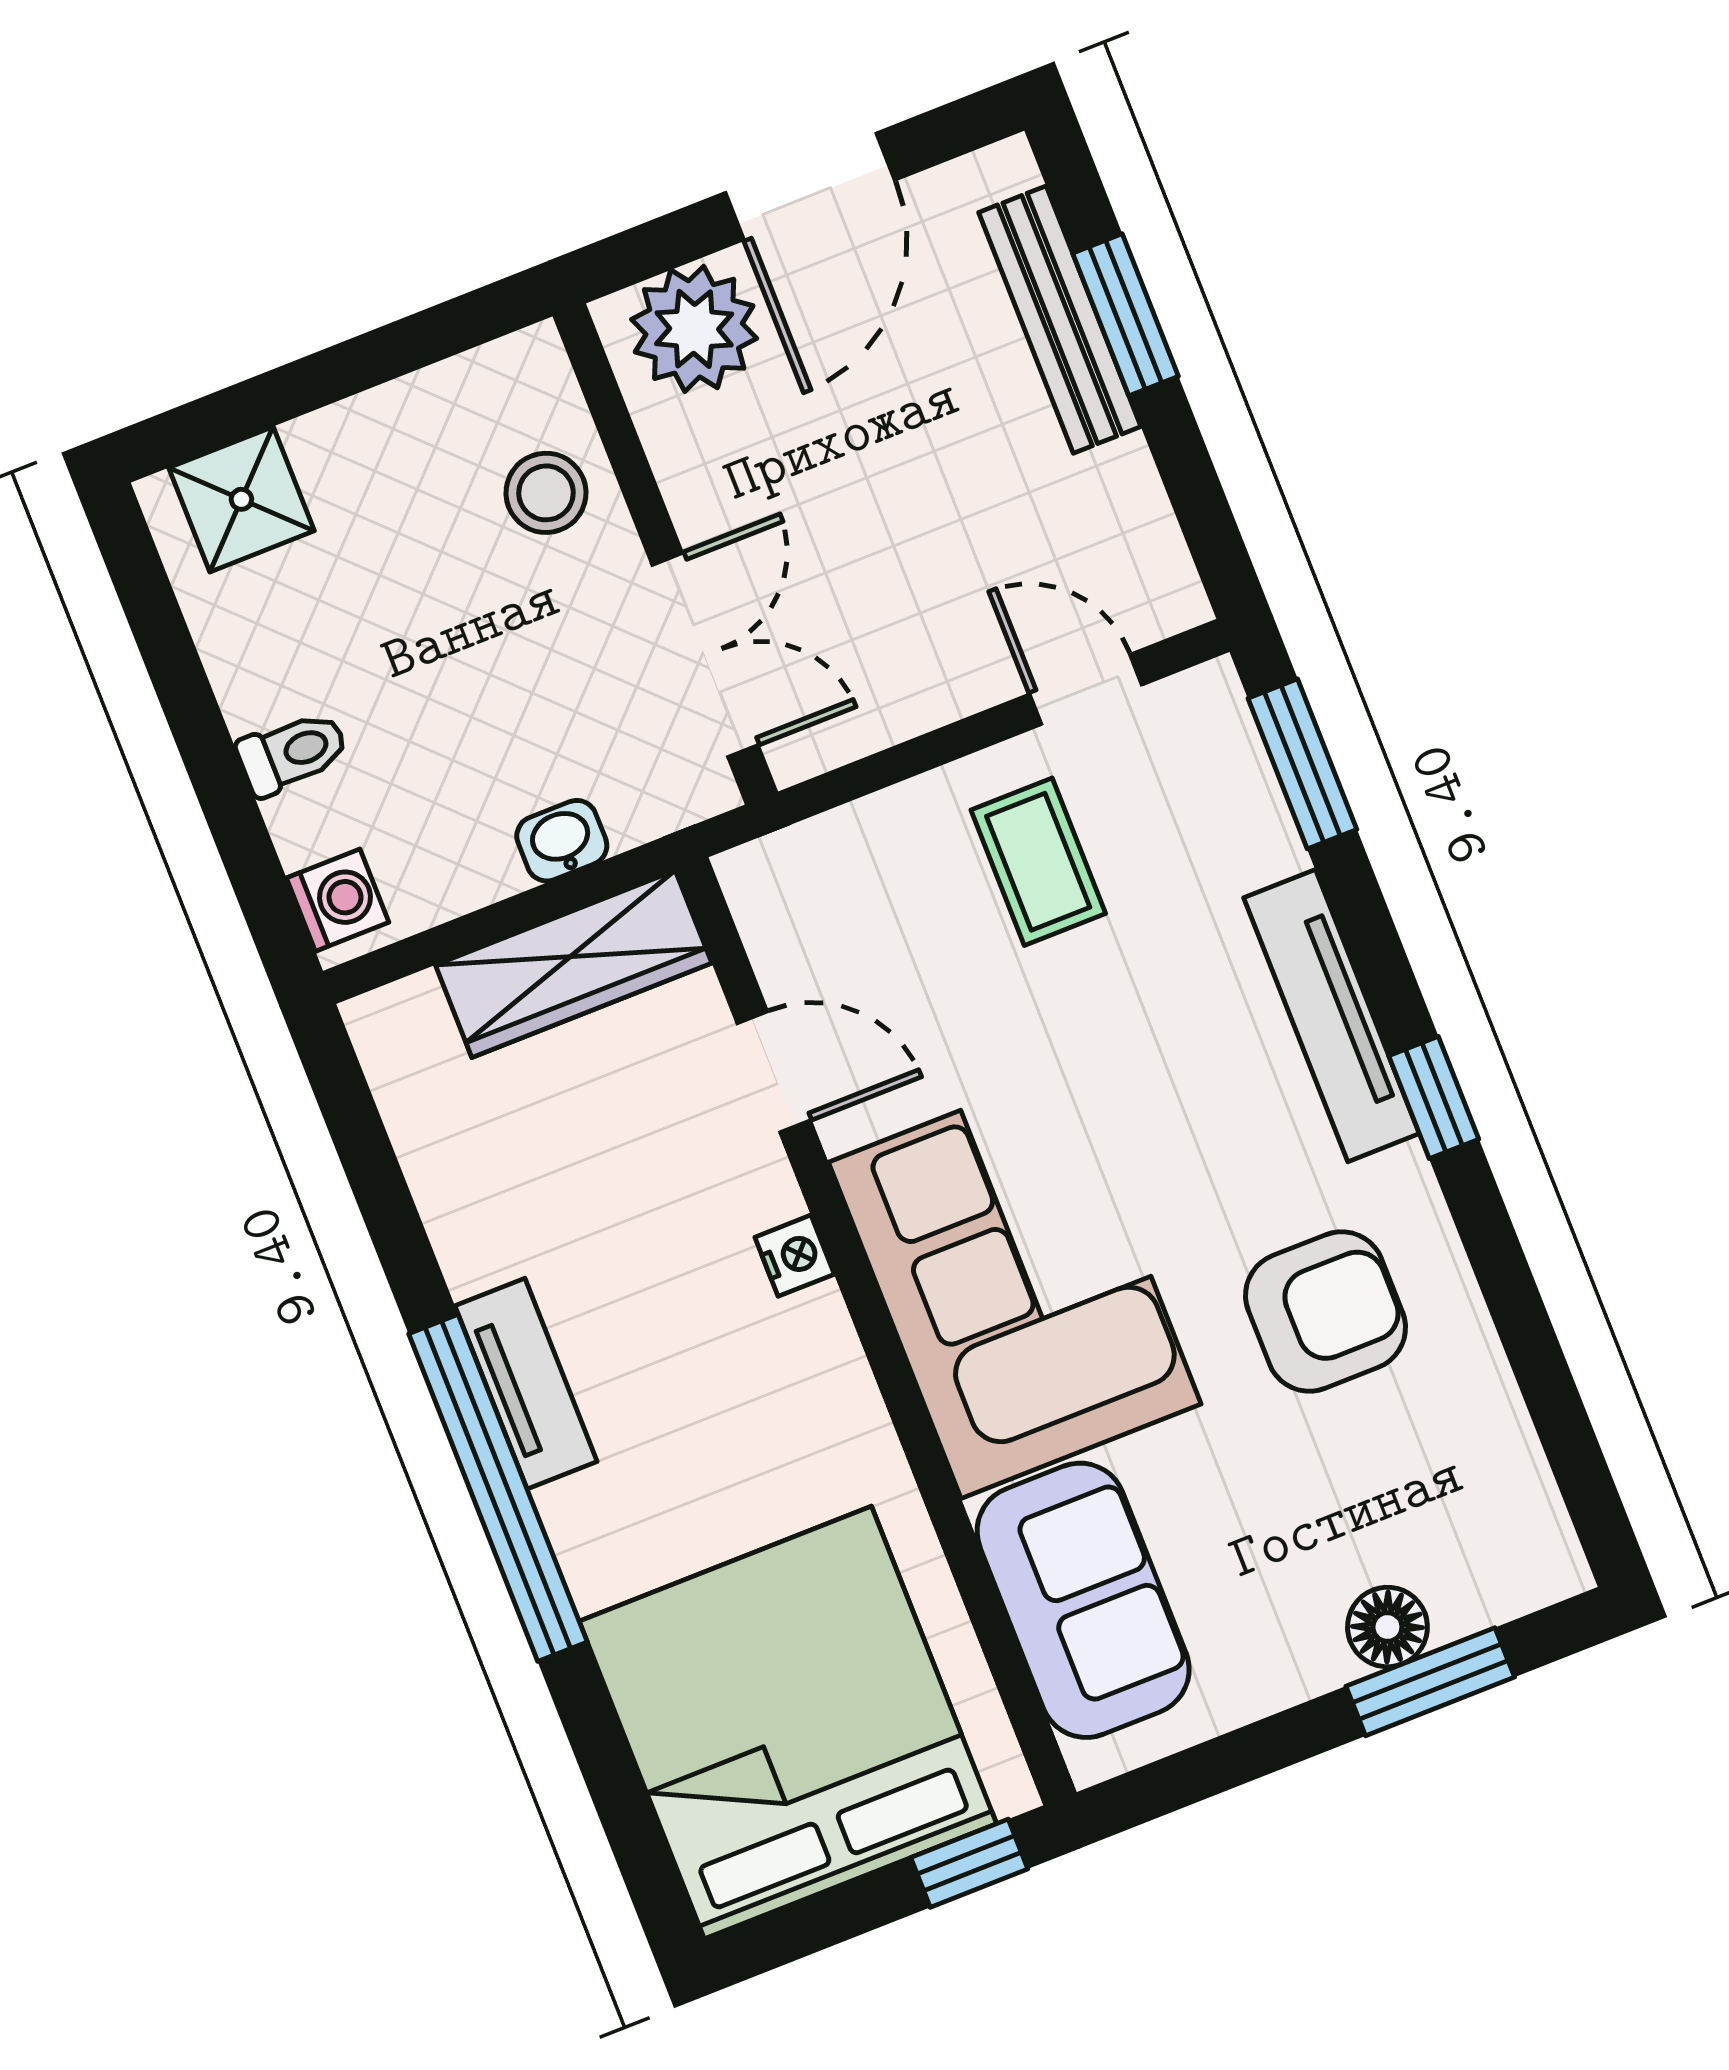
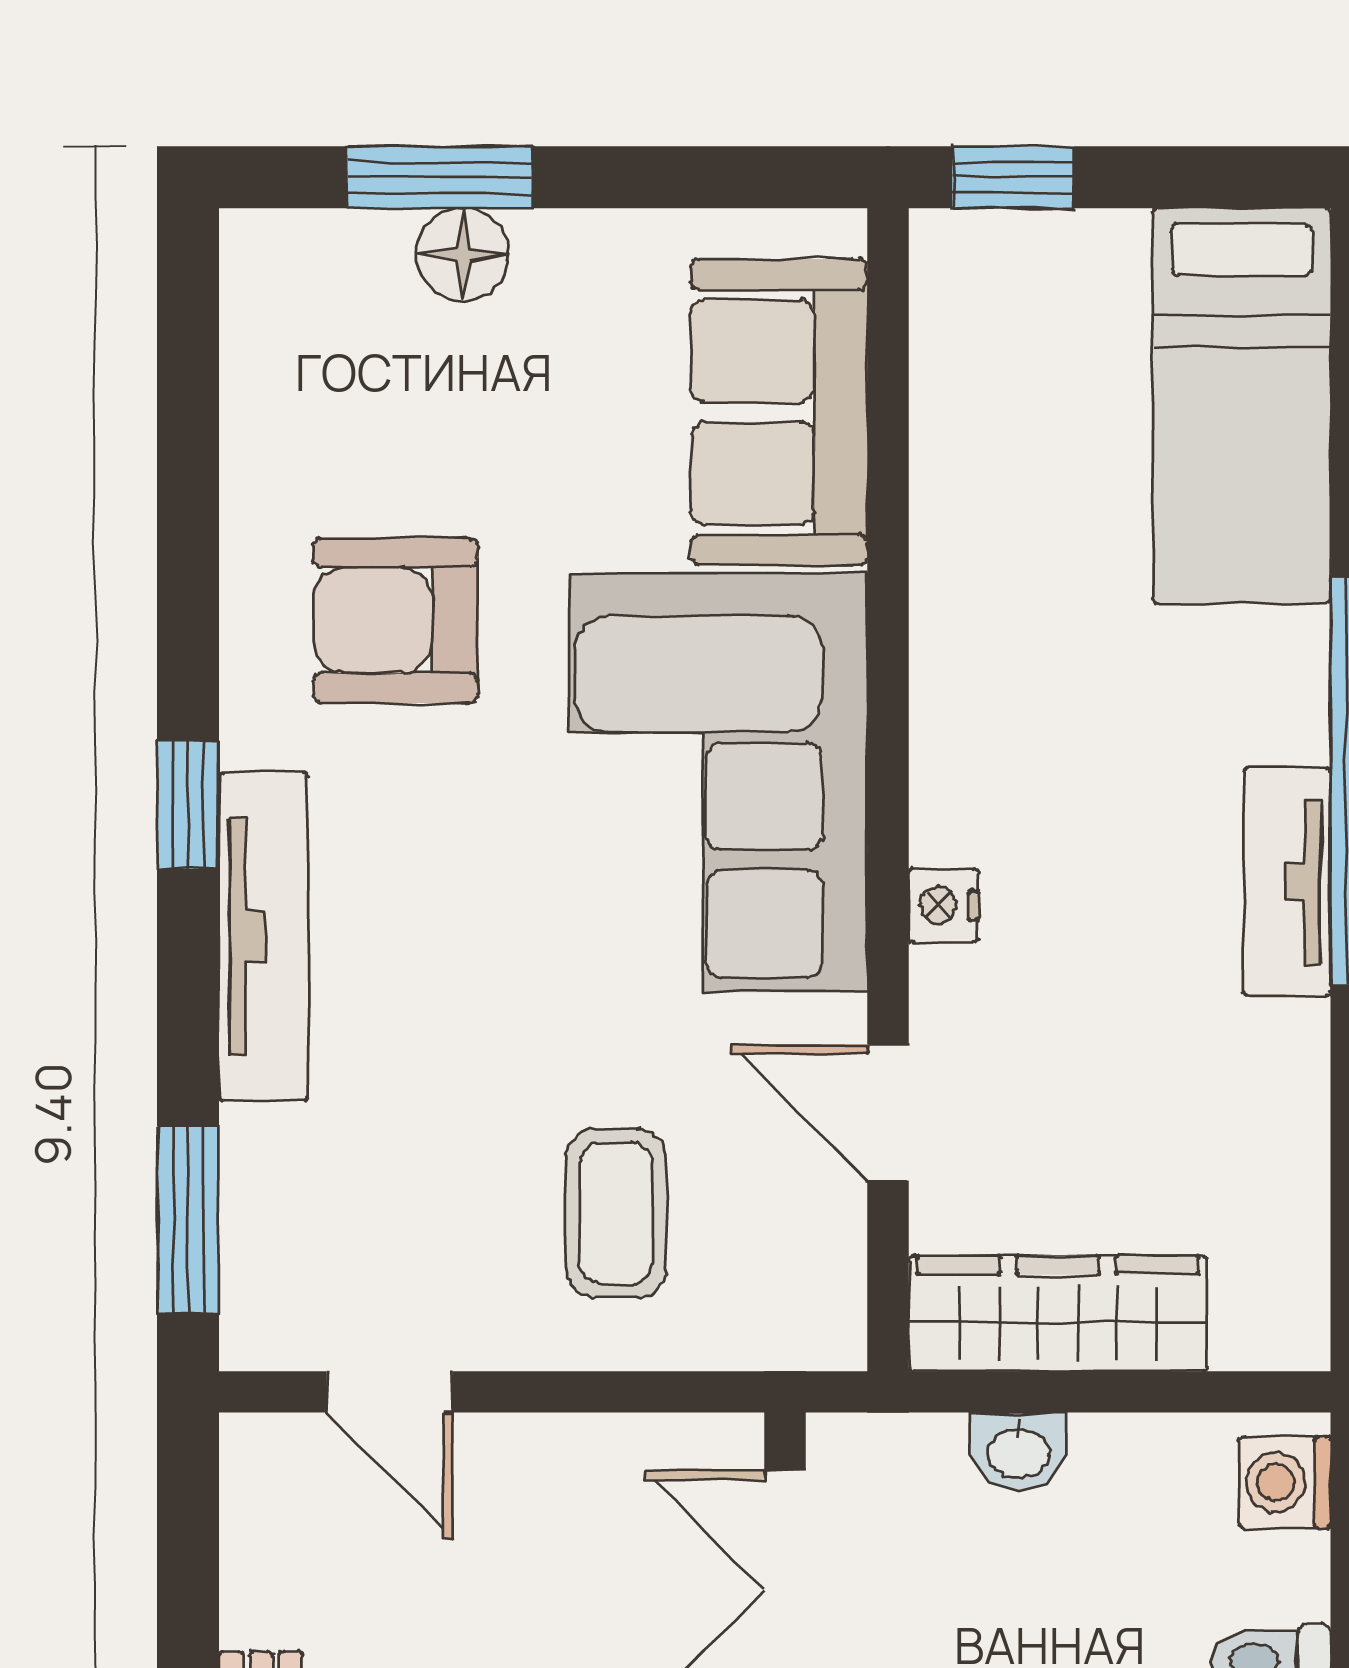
coffee table: (1038, 862) -> (616, 1213), moved
bed: (788, 1722) -> (1242, 406), width x0.49

